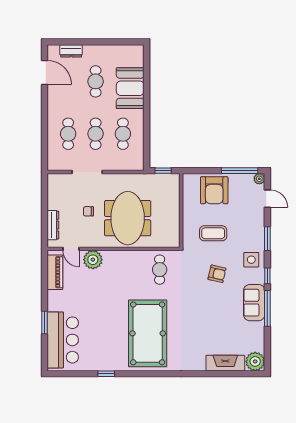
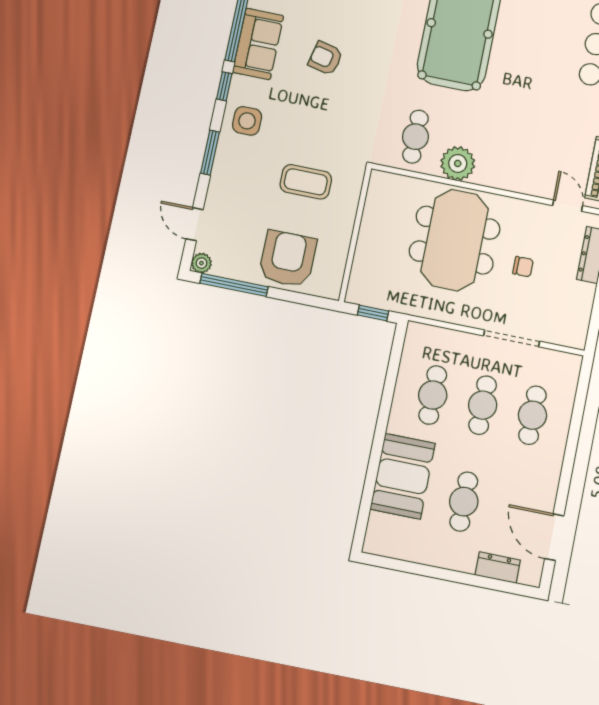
plant: (93, 260) -> (458, 163), moved
armchair: (217, 274) -> (325, 58), moved

